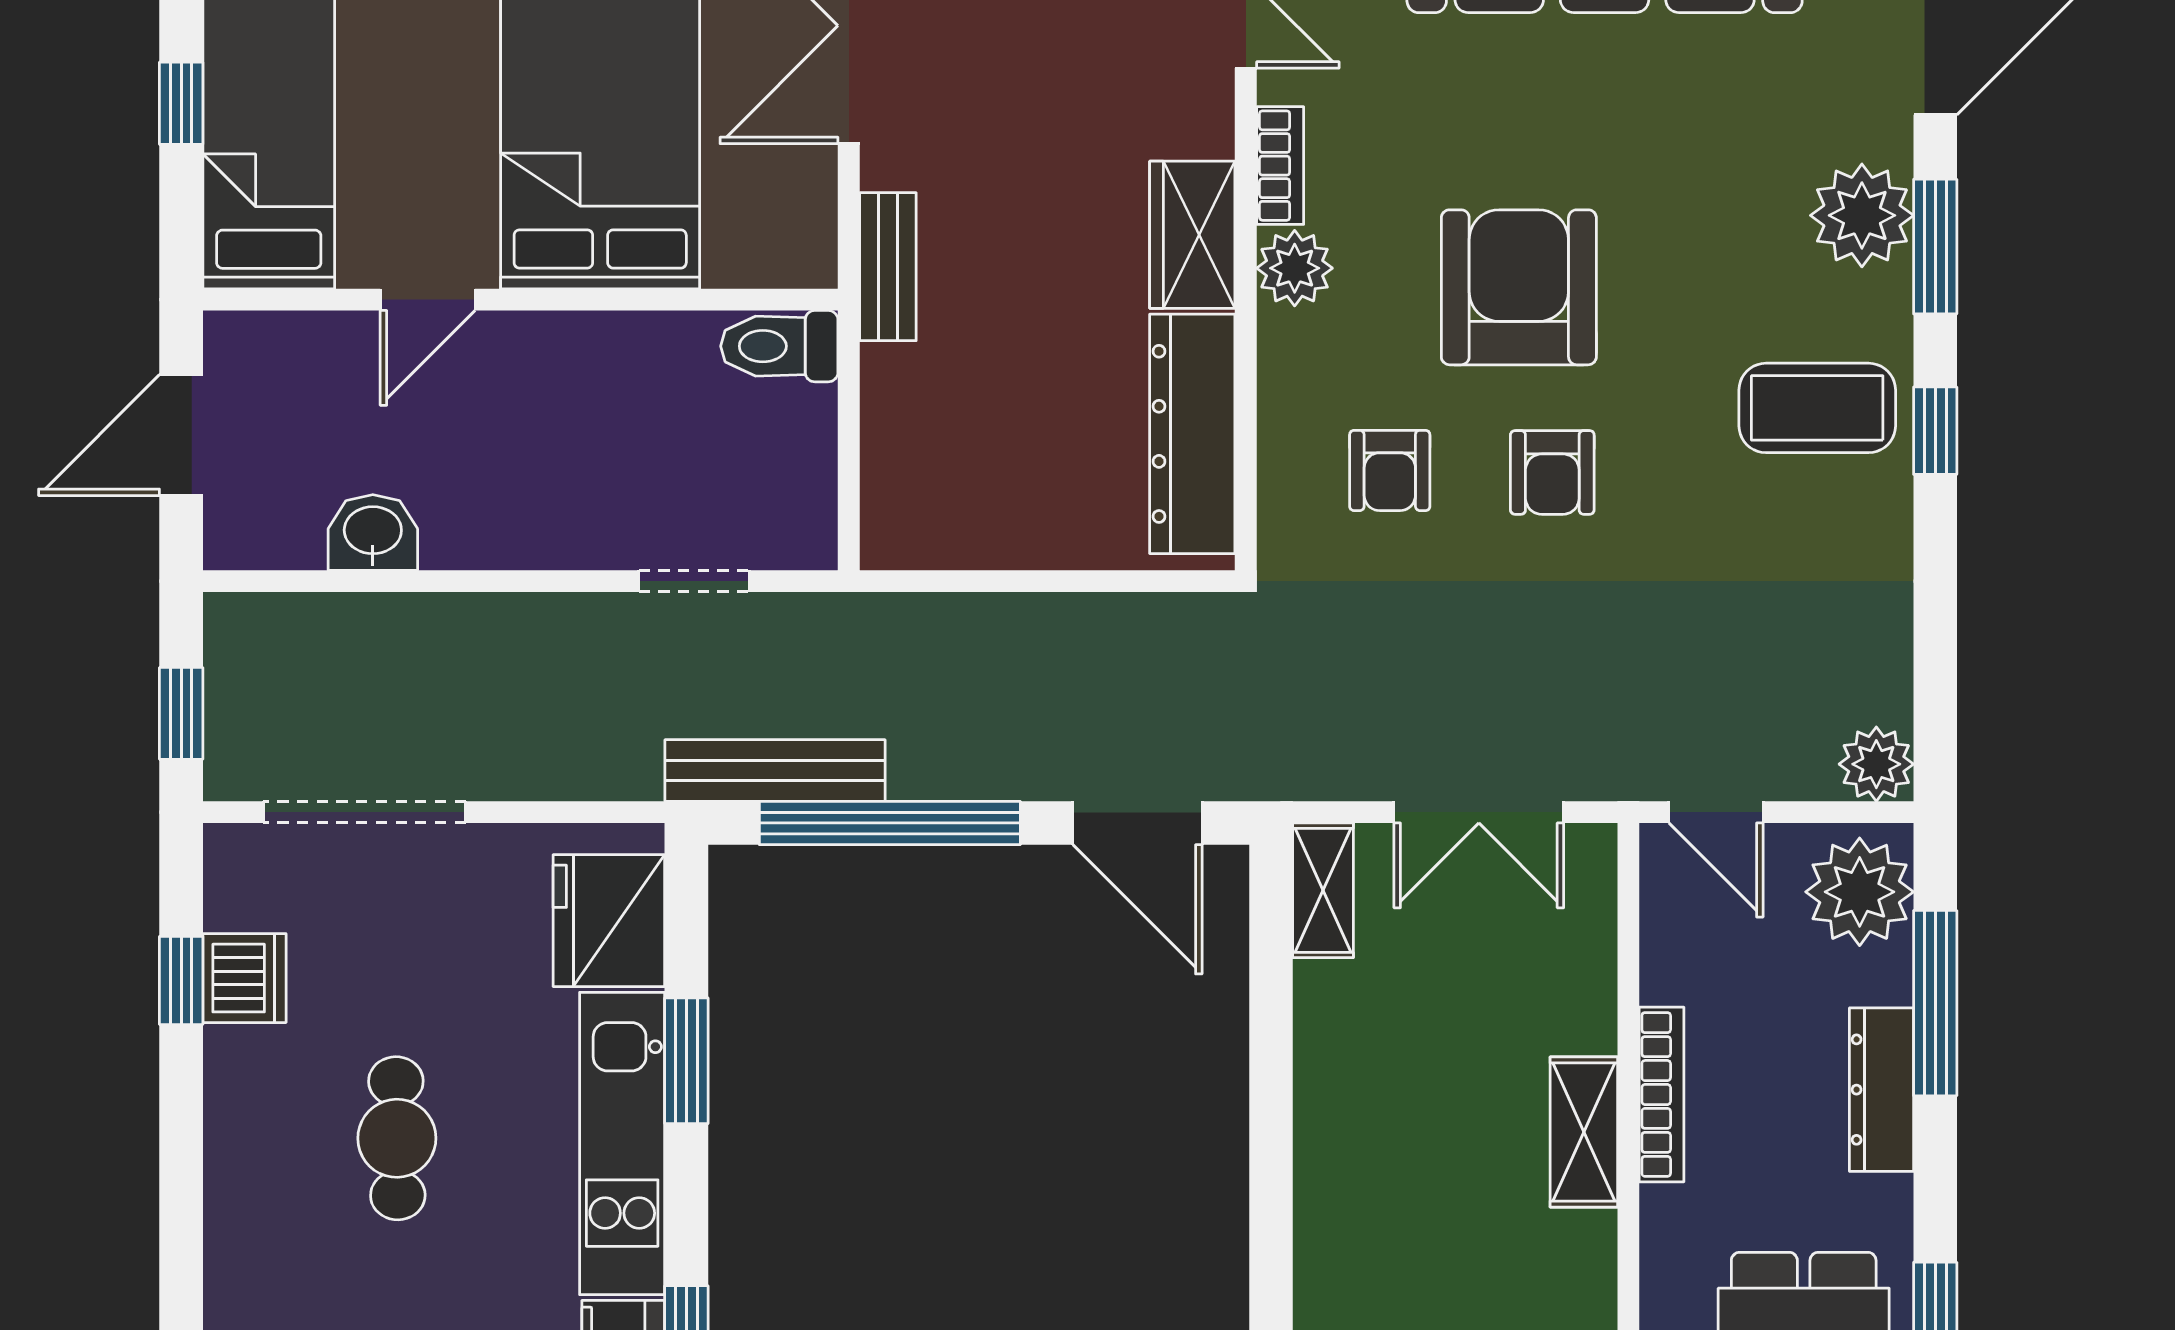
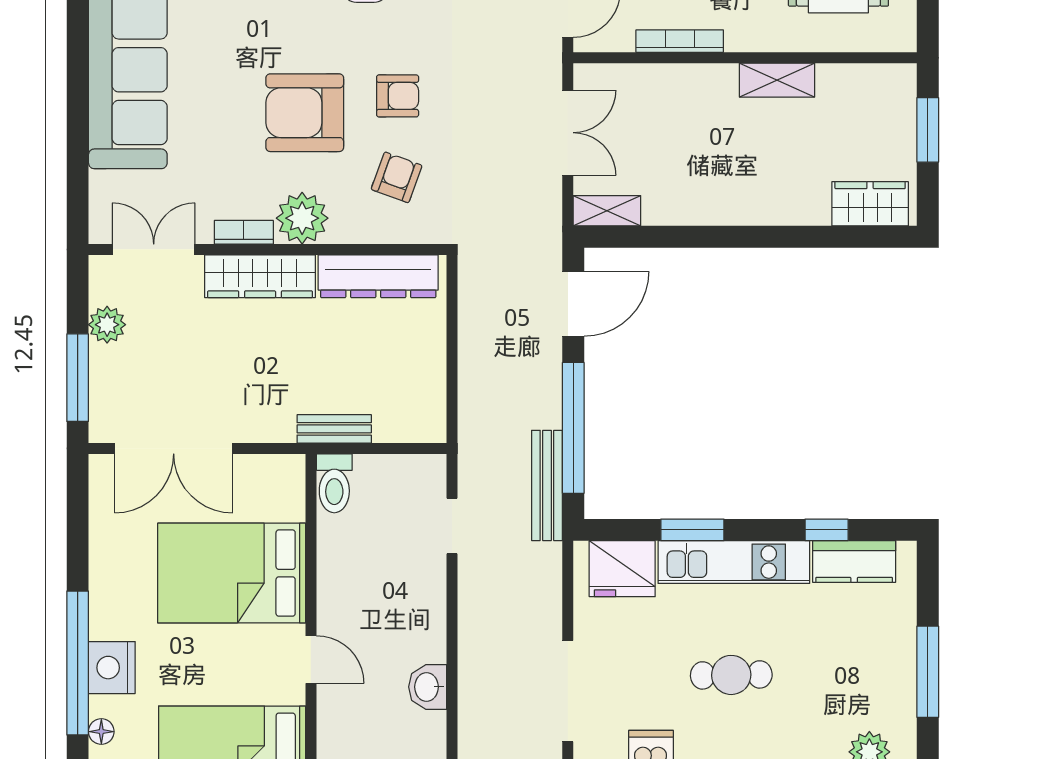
wardrobe: (1192, 235) -> (260, 276), width x1.50
bench: (888, 267) -> (334, 429), moved
plant: (1295, 268) -> (302, 218), width x1.36, depth x1.36
armchair: (1390, 470) -> (397, 177), turned -70
bookcase: (1662, 1094) -> (680, 41), moved
shelving: (1584, 1132) -> (777, 80), moved

